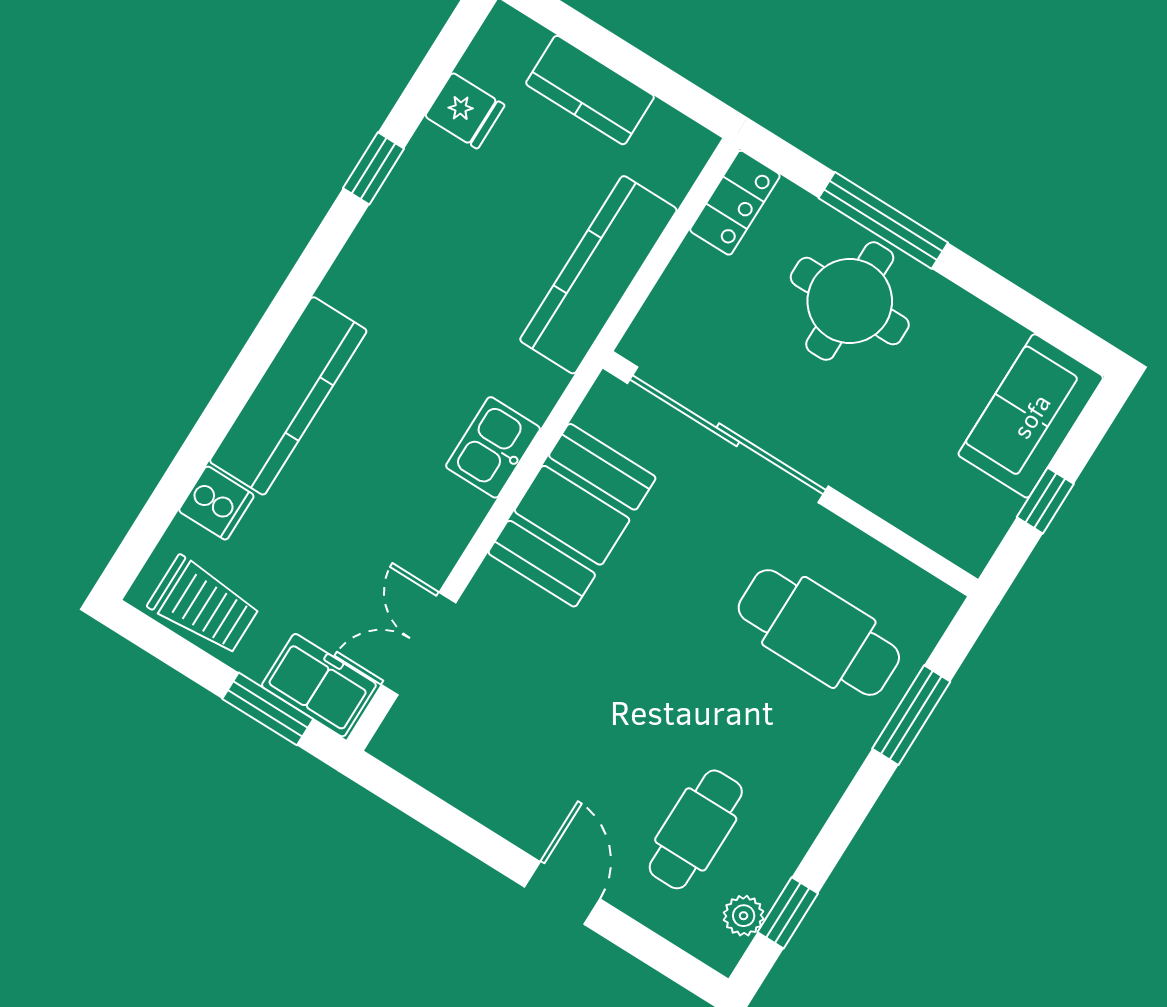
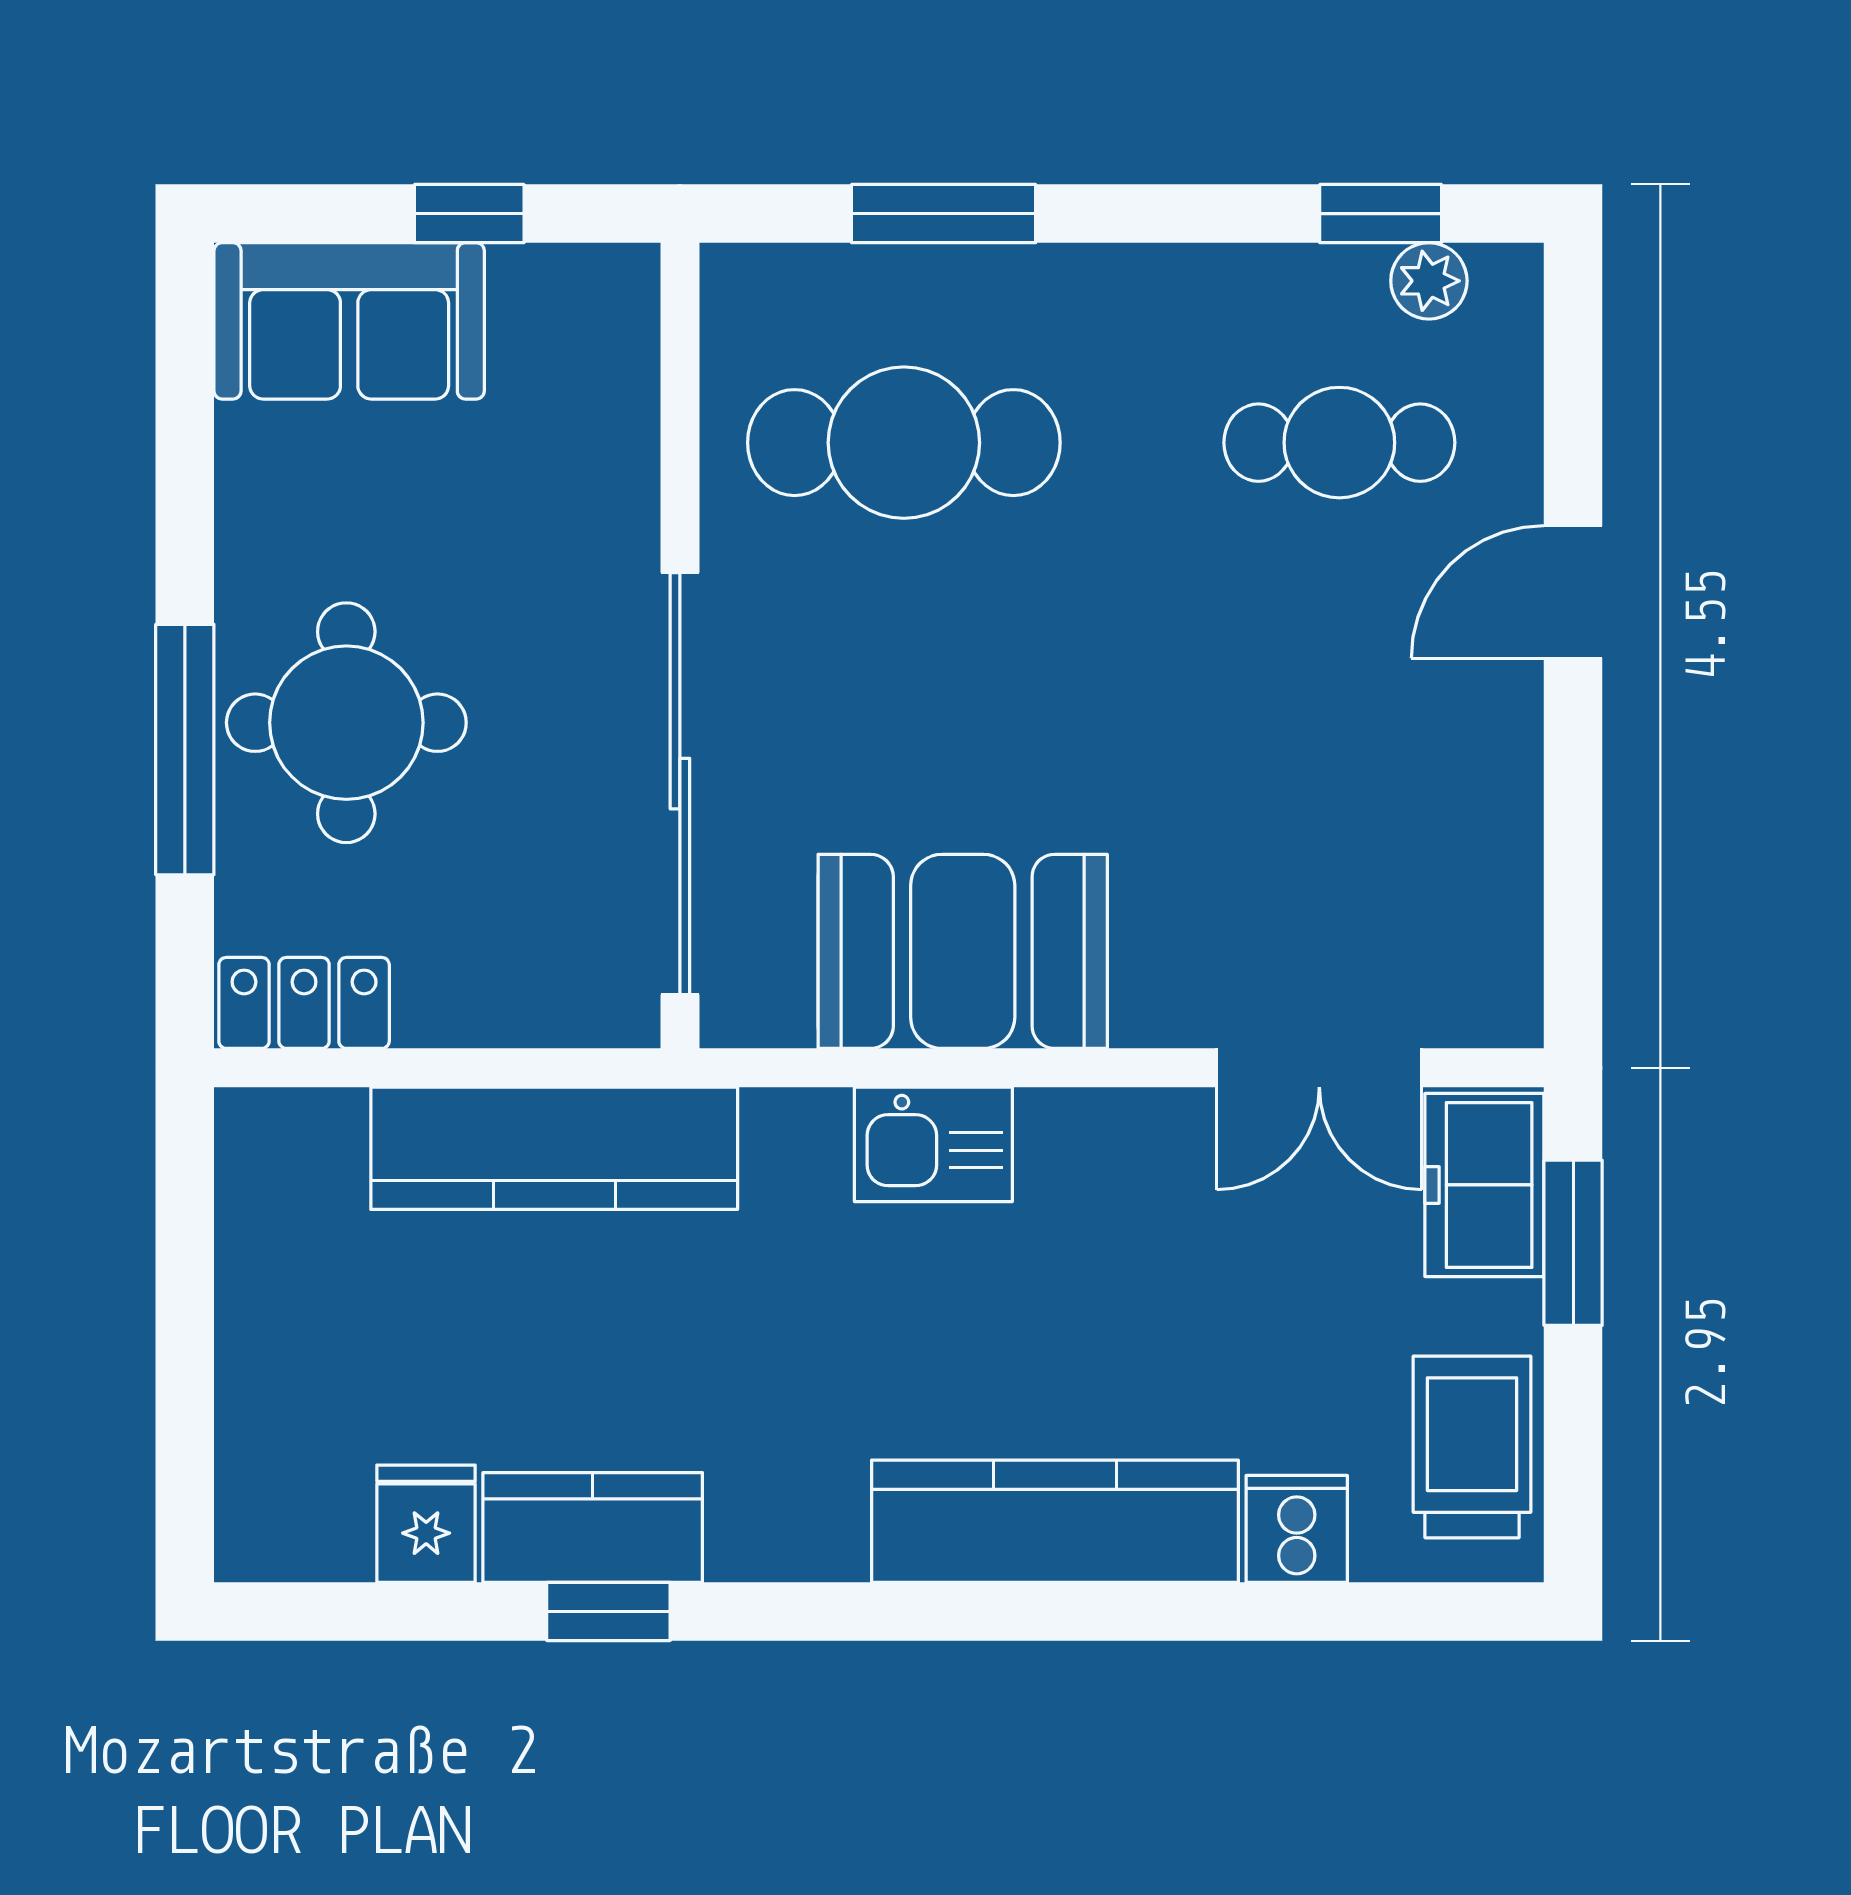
kitchen counter: (590, 90) -> (593, 1527), moved, turned -90
cafe table: (819, 632) -> (904, 443), turned 90

